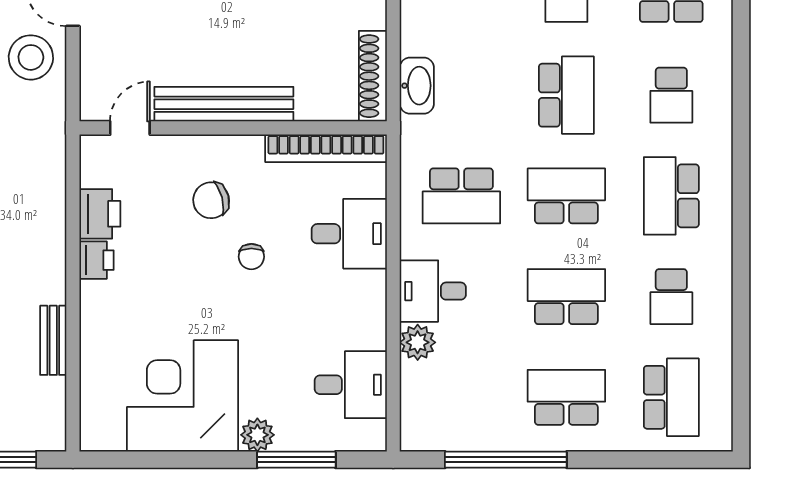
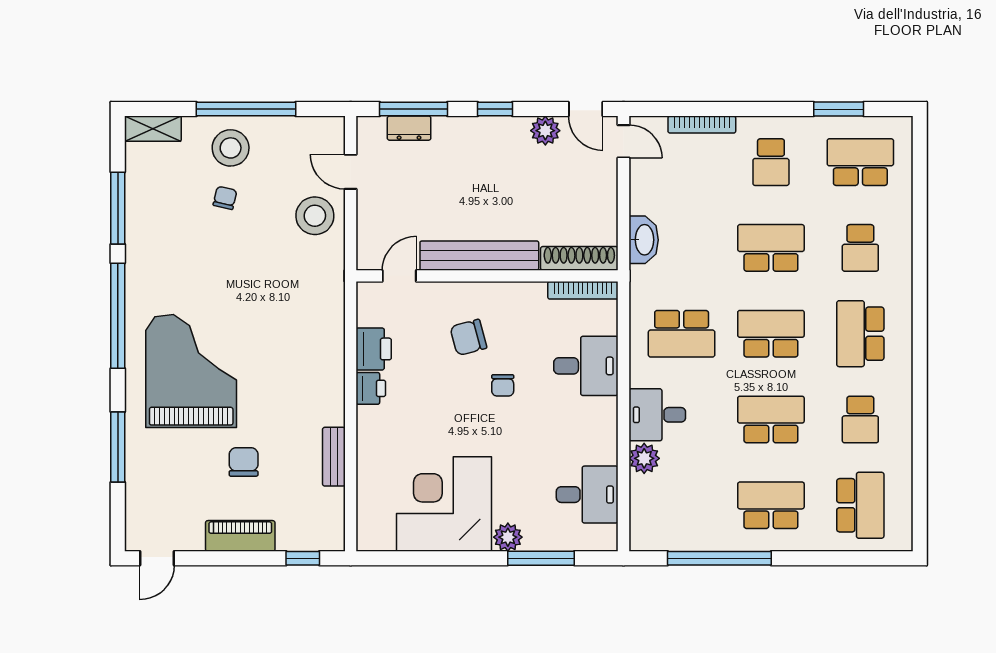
shoe rack: (373, 76) -> (579, 258), moved, turned 90
school desk: (566, 95) -> (771, 248), turned -90
bookcase: (326, 148) -> (583, 290), width x0.68, depth x0.76

